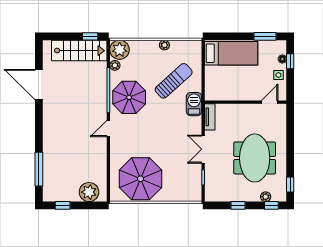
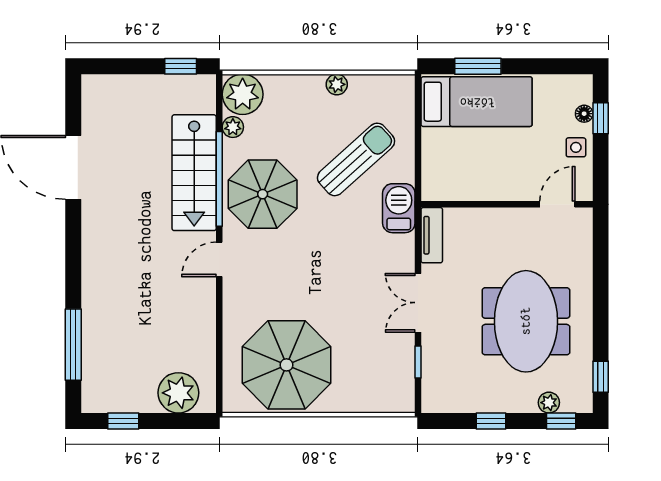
window: (265, 36) -> (478, 66), moved
stairs: (79, 51) -> (194, 173), moved, turned 90

